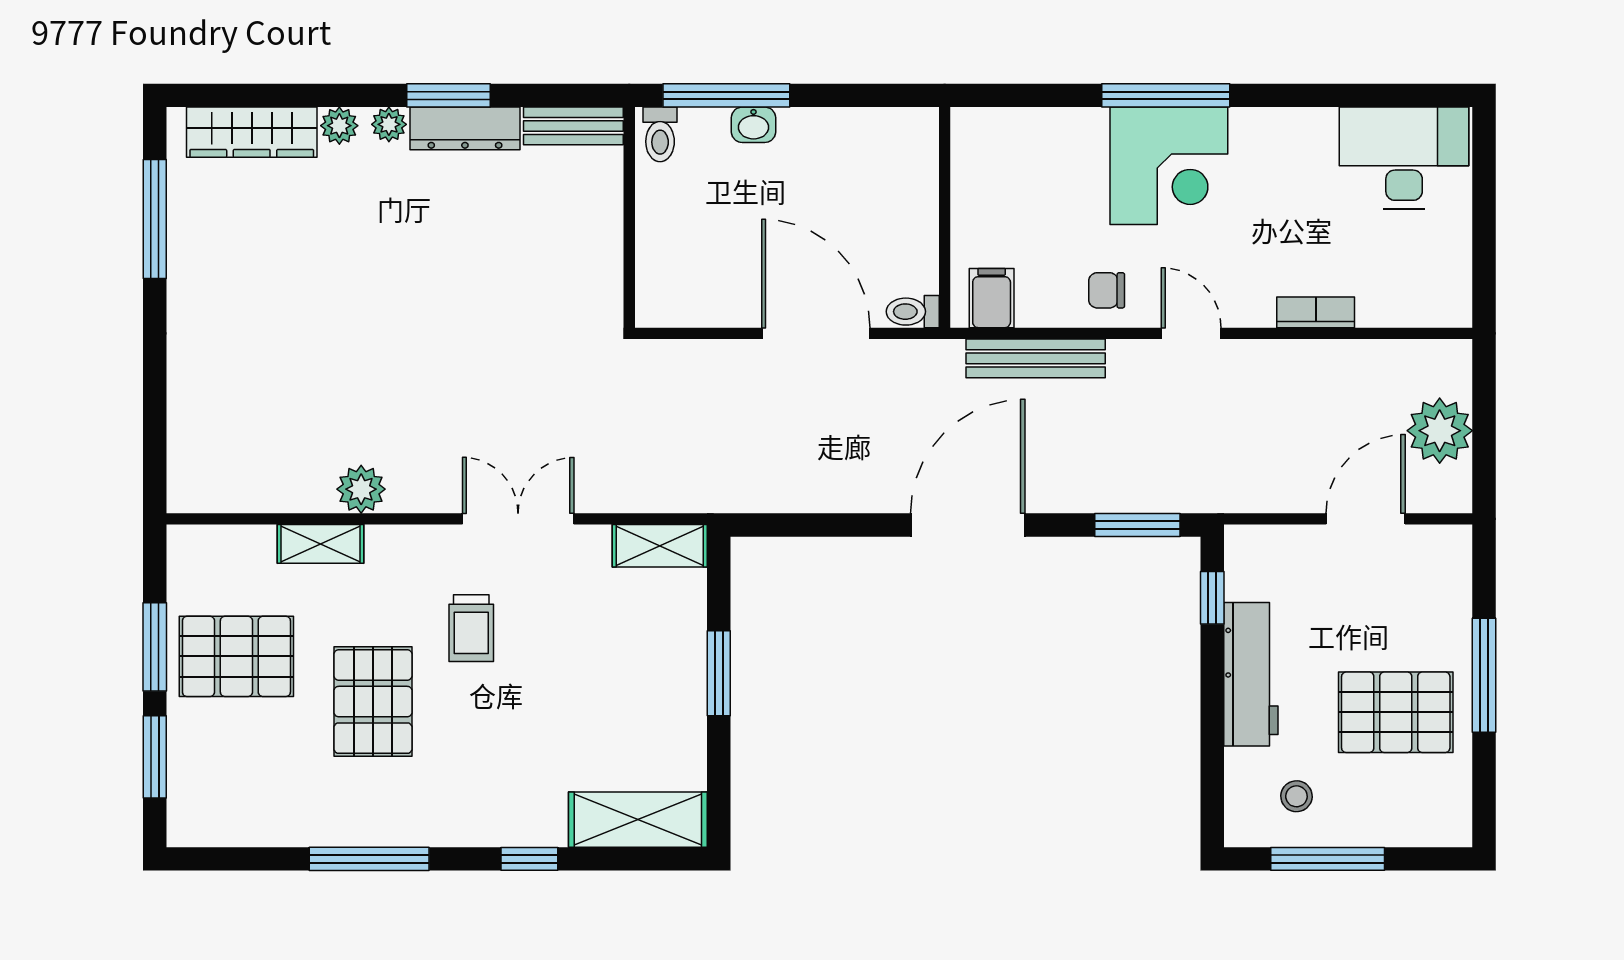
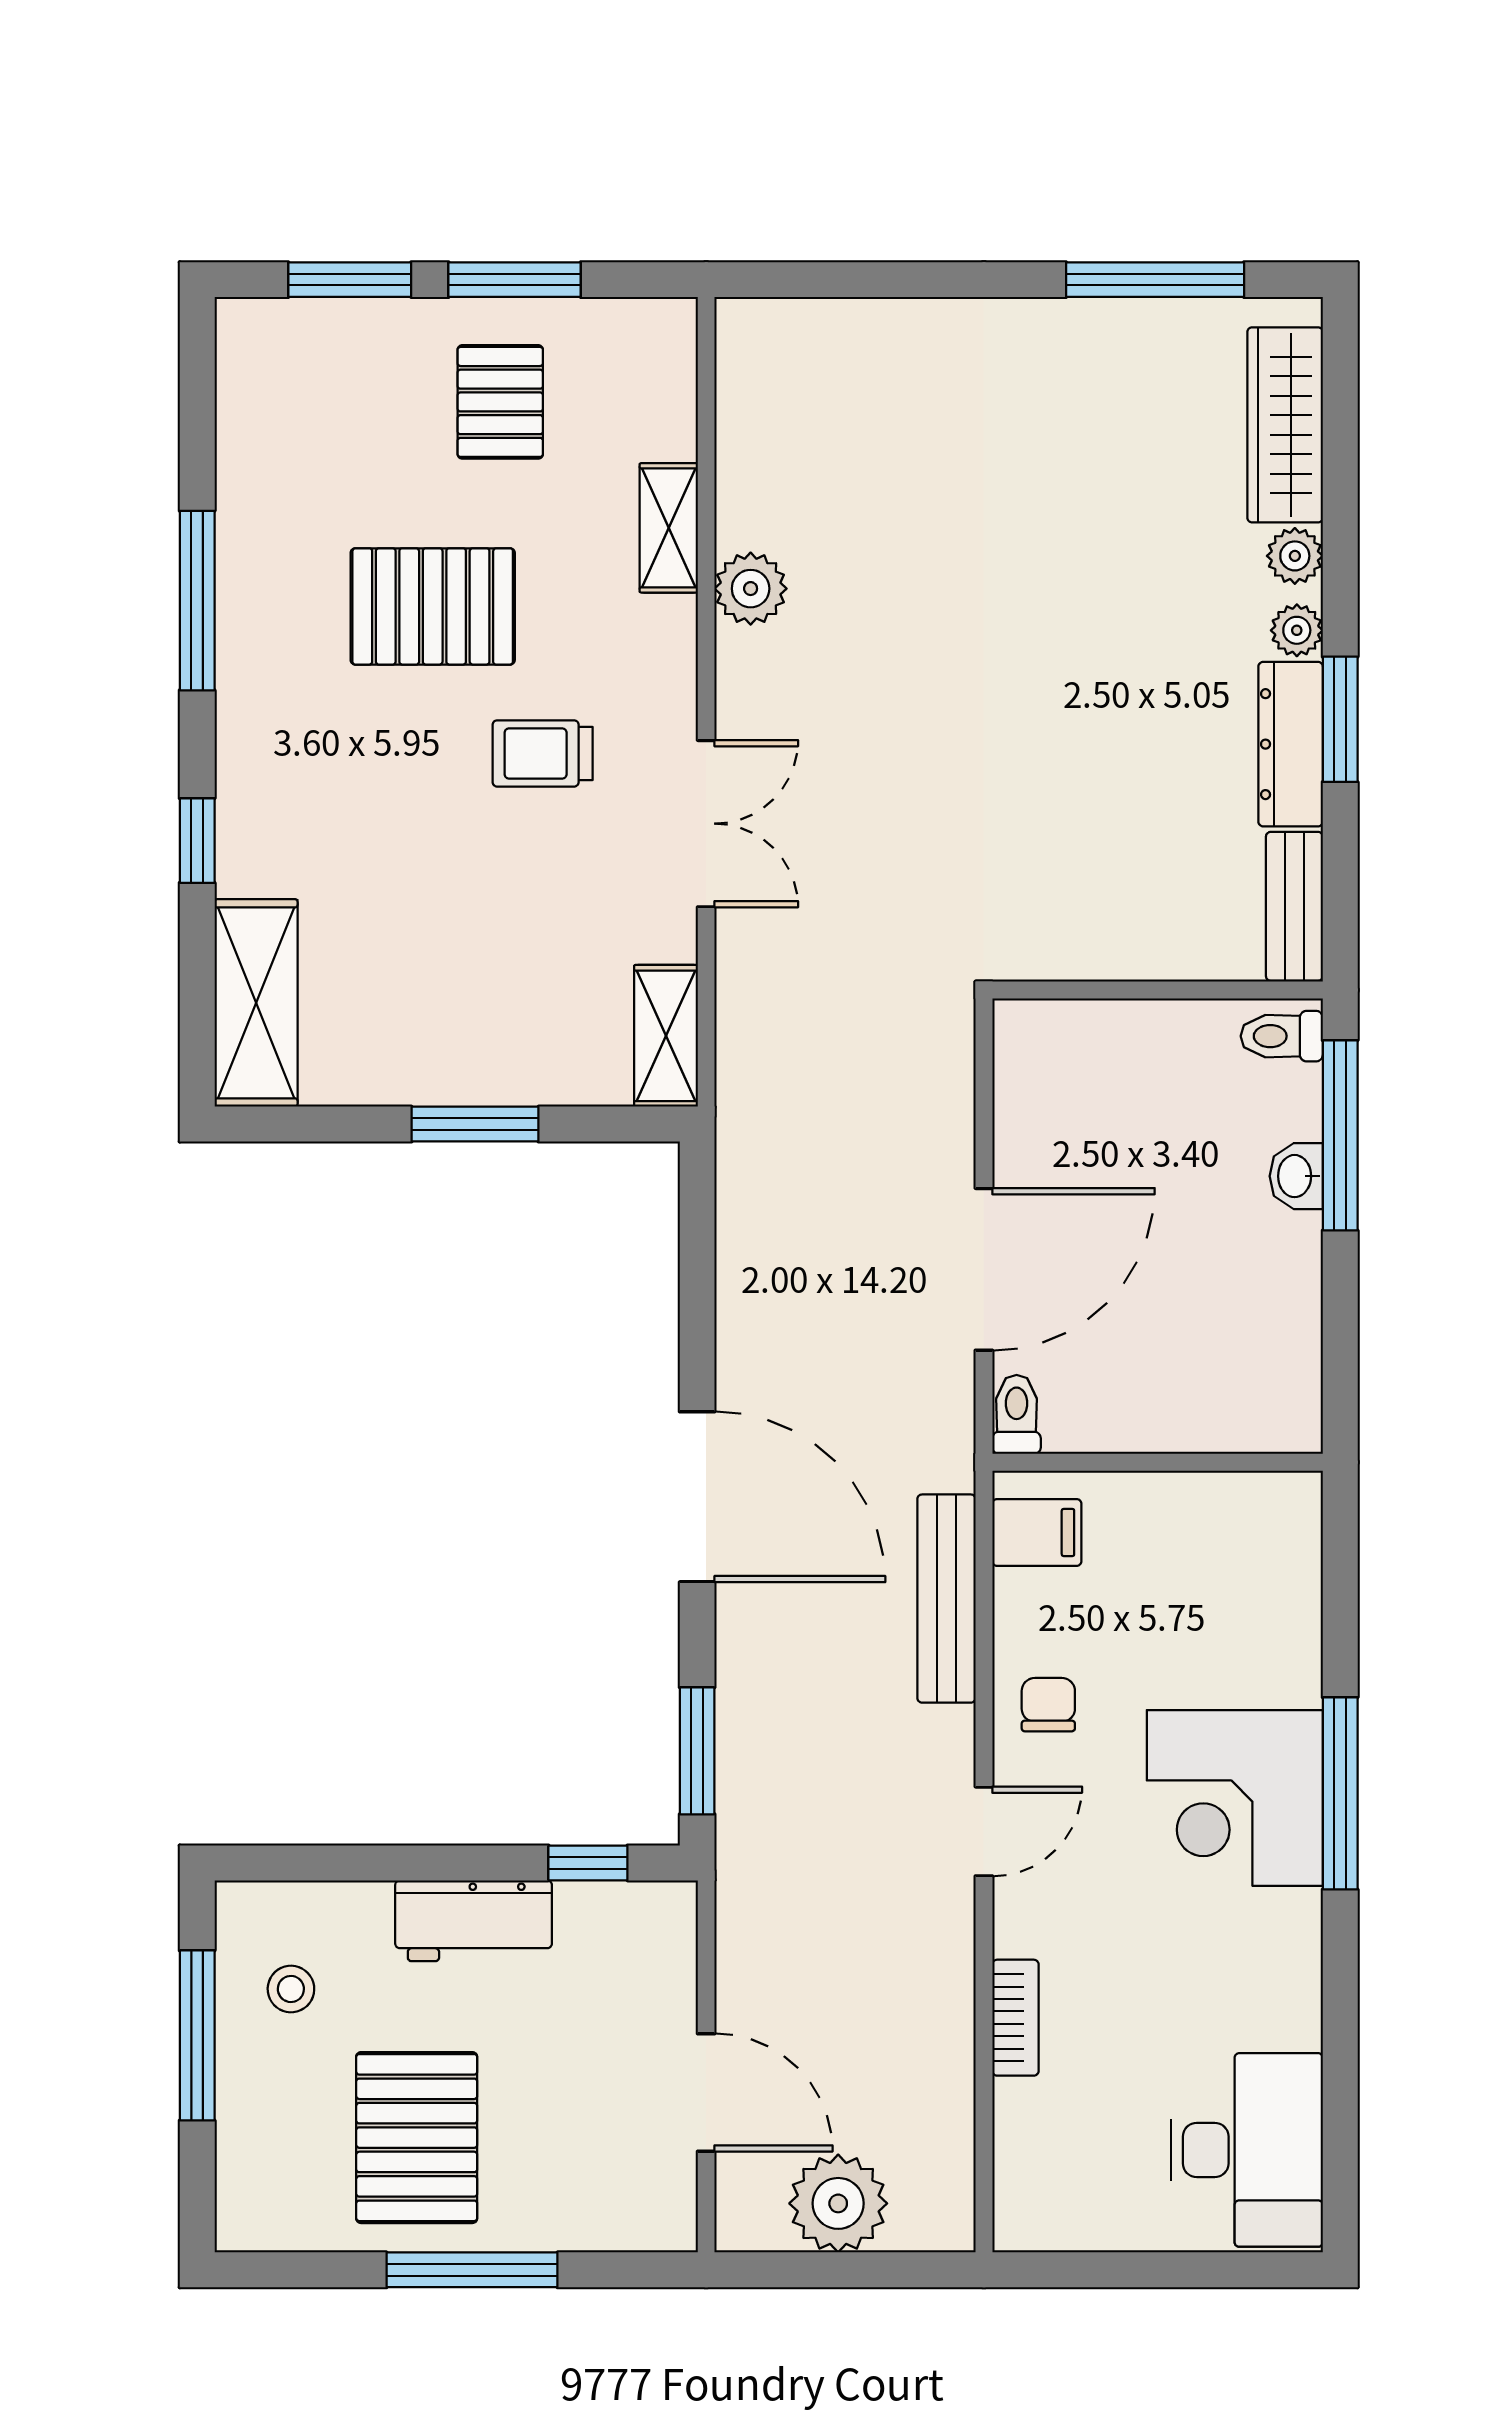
pallet: (236, 656) -> (500, 402), width x0.67, depth x0.71
workbench: (1251, 674) -> (474, 1921), width x0.73

